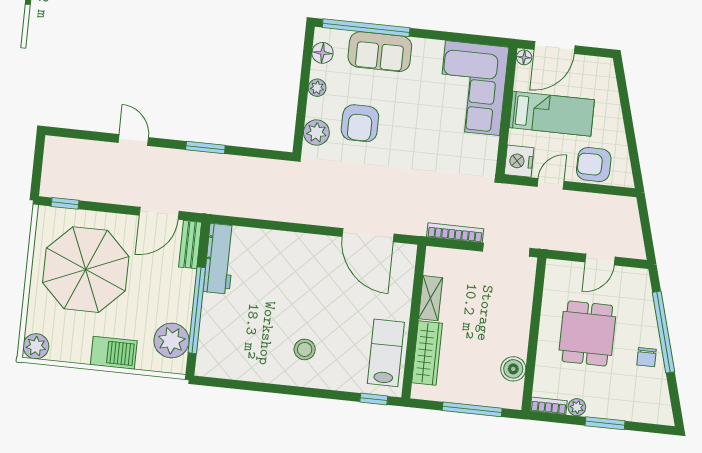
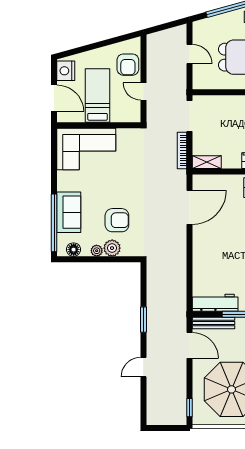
floor lamp: (524, 57) -> (63, 117), removed
plant: (316, 132) -> (112, 248), moved
nightstand: (519, 161) -> (66, 71), moved, turned 90
bench: (190, 245) -> (214, 323), width x1.36
shelving: (430, 298) -> (207, 162), moved

